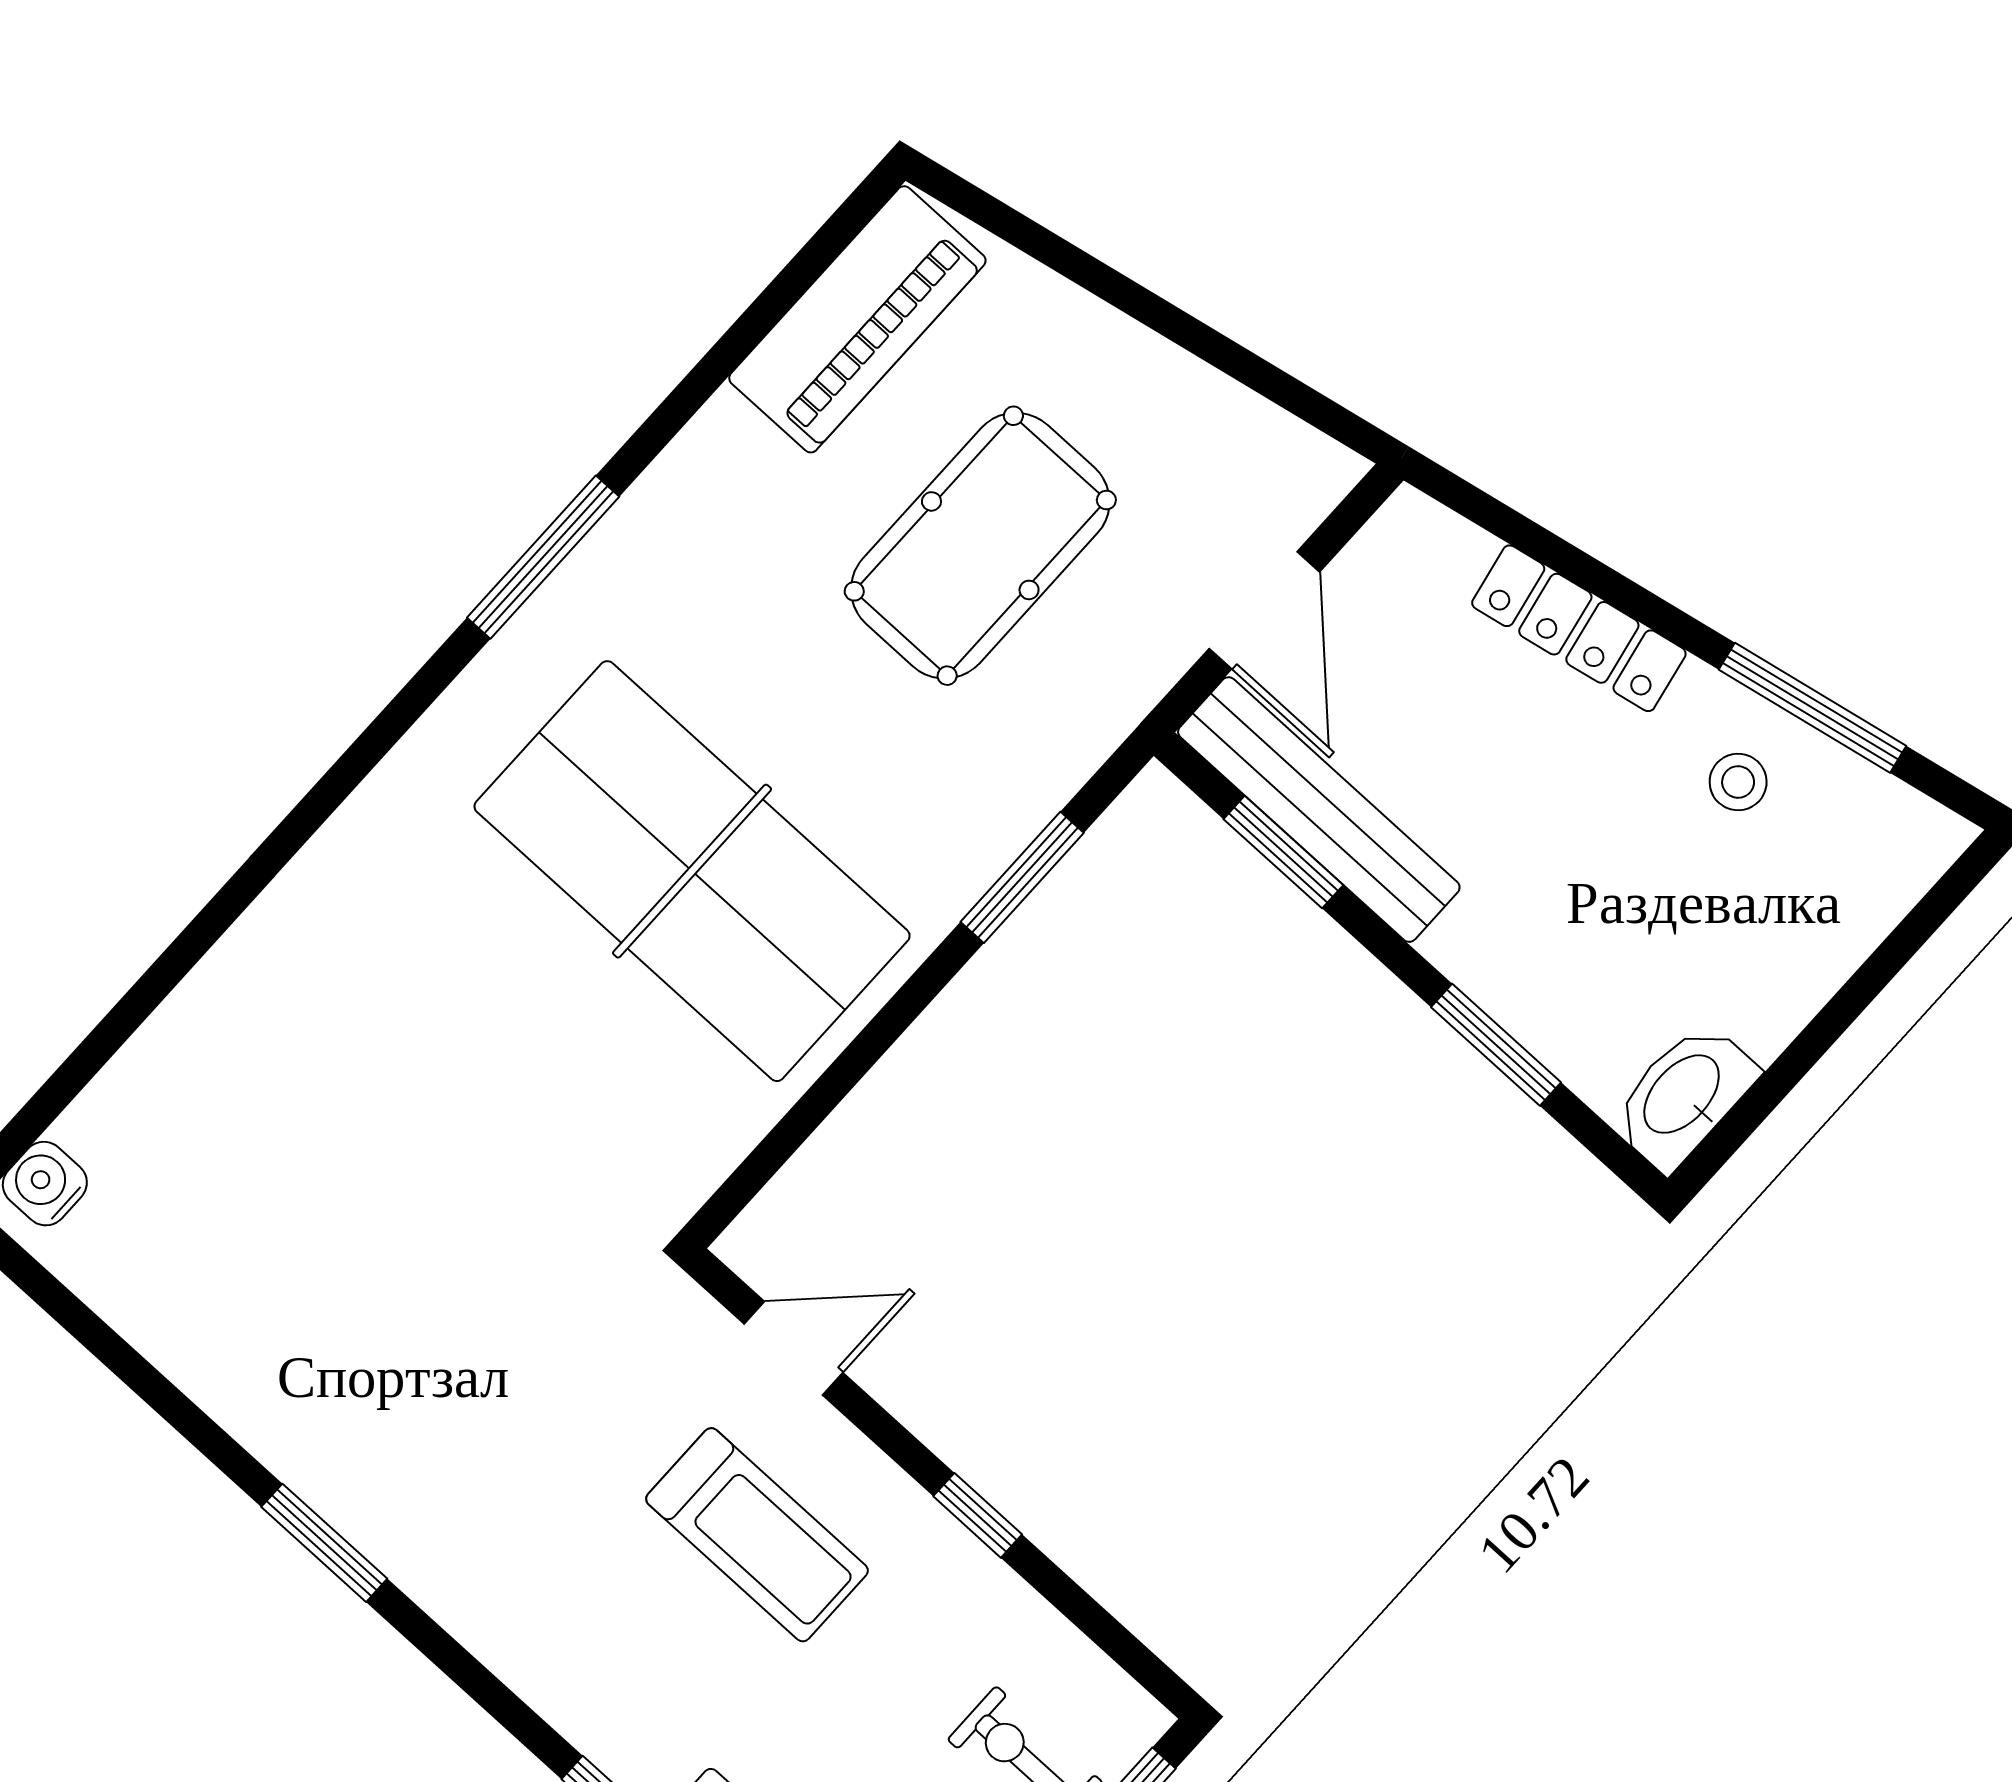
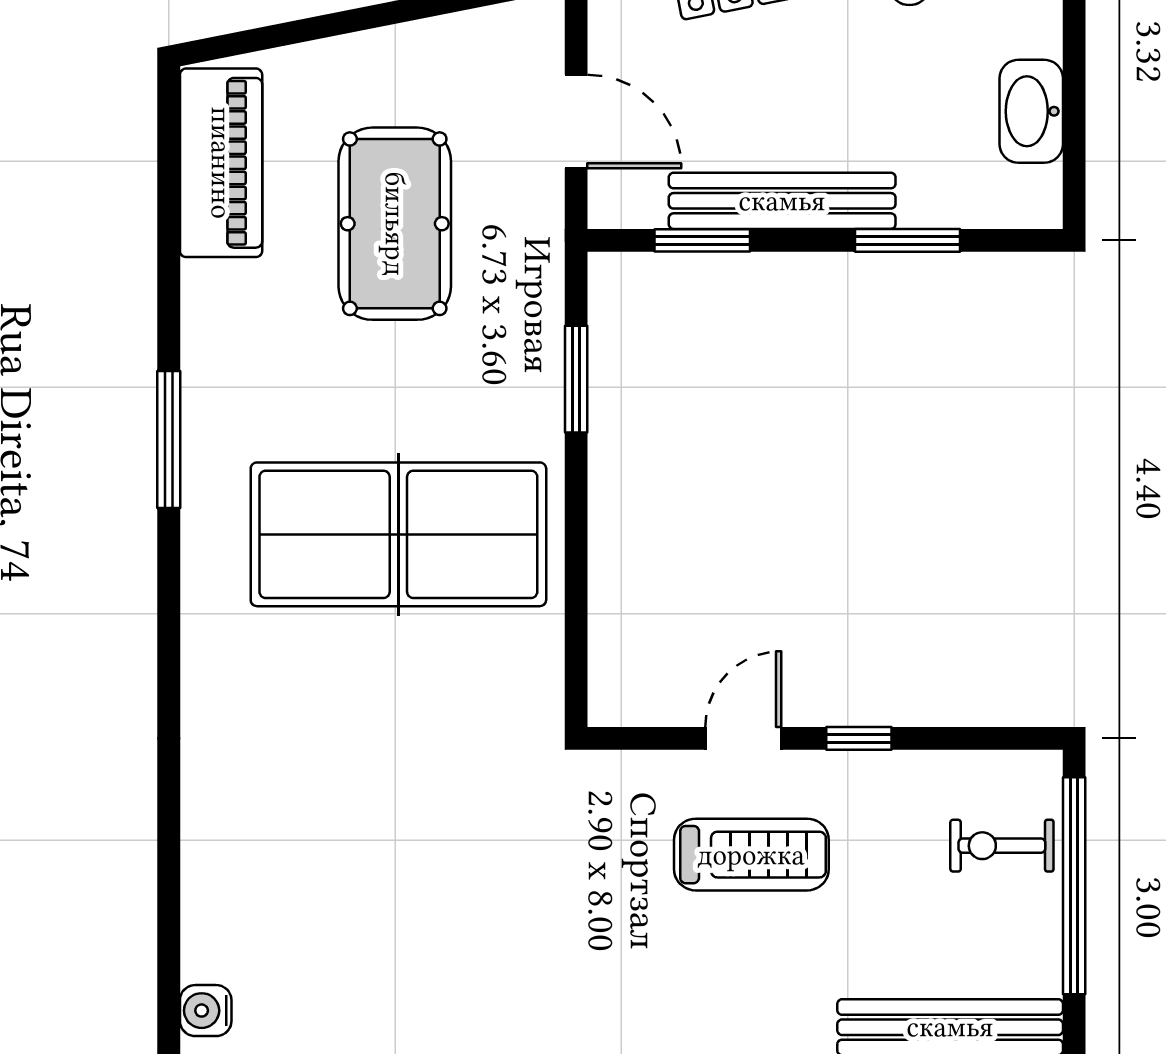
bench: (1319, 810) -> (782, 201), moved
washbasin: (1684, 1096) -> (1031, 111), moved
door: (793, 1348) -> (743, 738), moved

